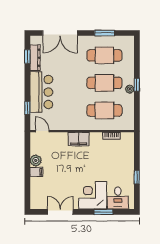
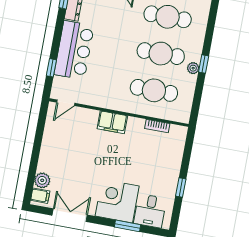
door: (42, 131) -> (66, 103), swing flipped
plant: (36, 160) -> (42, 180), moved
filing cabinet: (36, 172) -> (40, 196), moved

